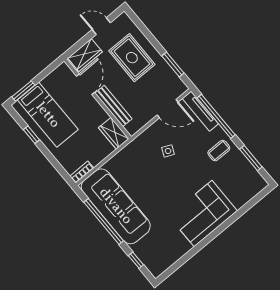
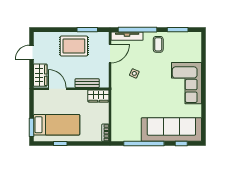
rug: (132, 58) -> (74, 46), moved
bench: (114, 106) -> (87, 83), width x0.73
sofa: (116, 206) -> (171, 130), moved

